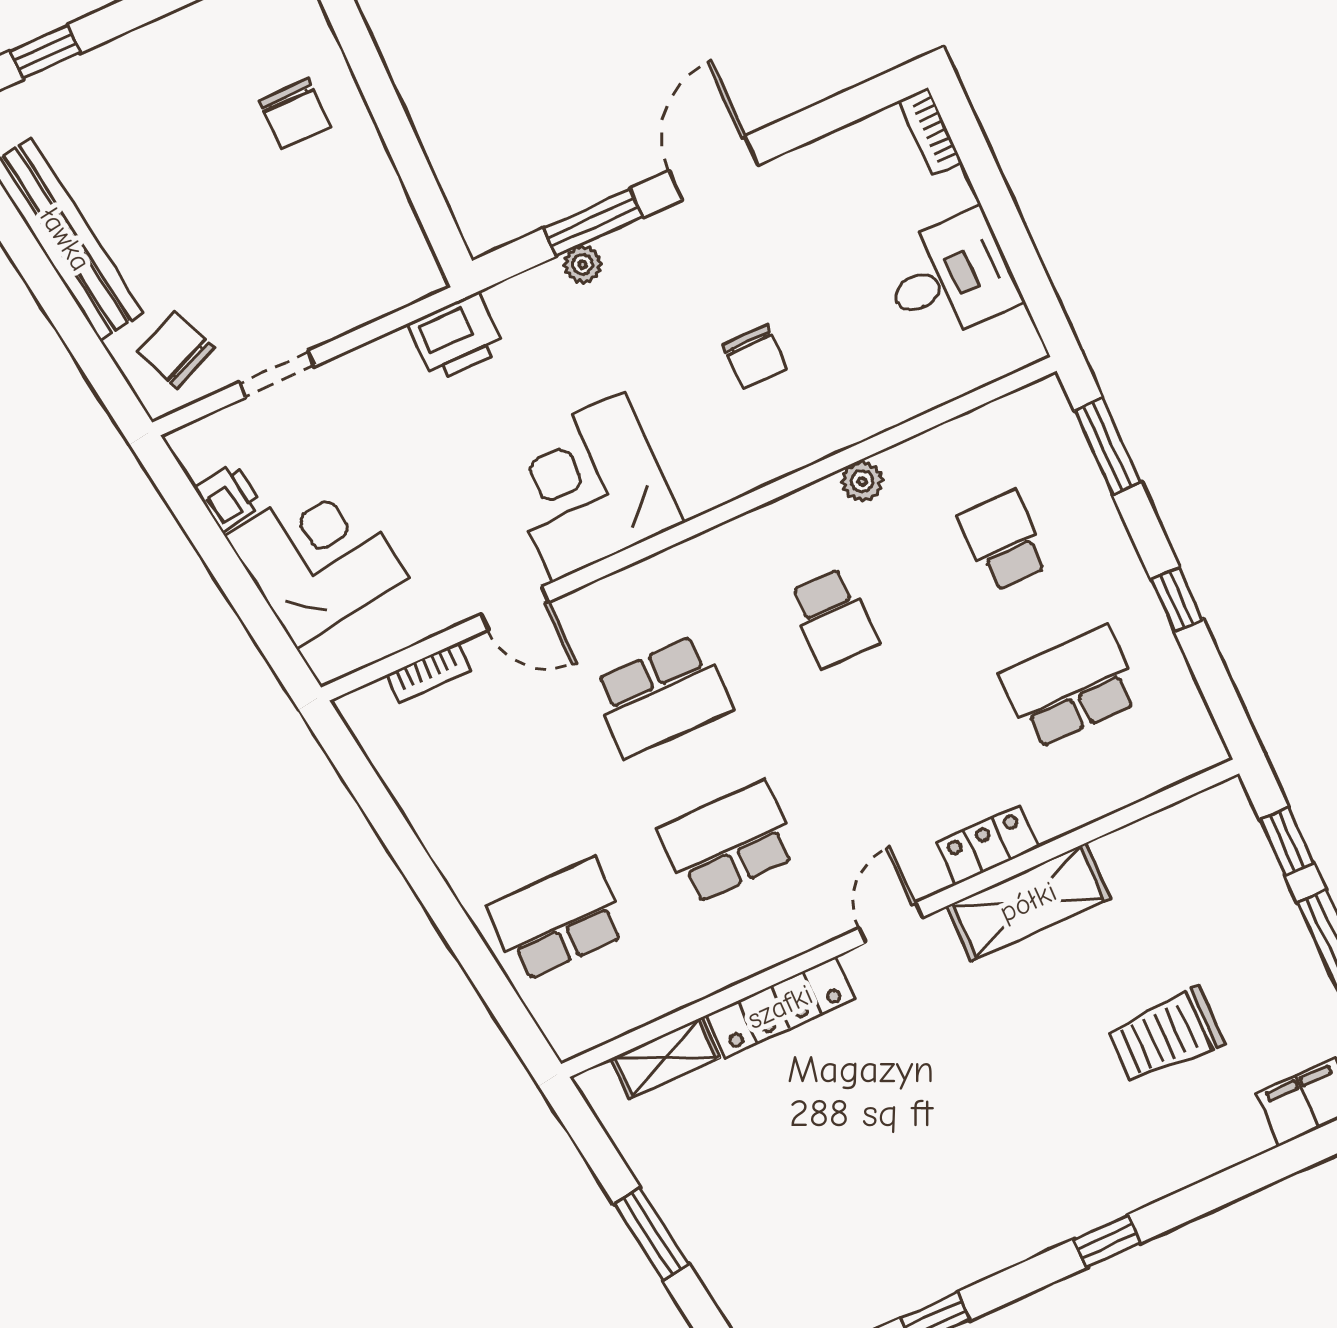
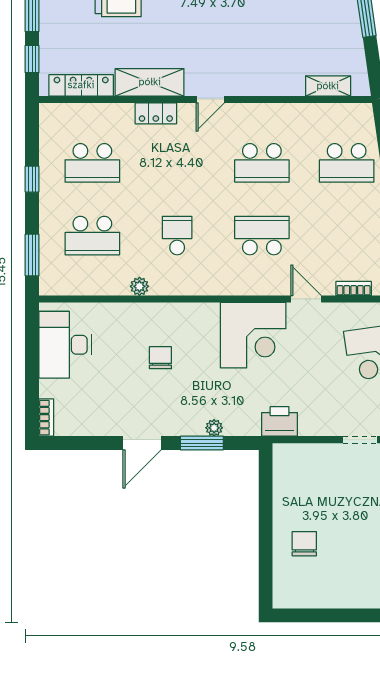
desk: (950, 277) -> (65, 345), width x1.37
school desk: (1004, 541) -> (92, 236), width x1.85
locker: (780, 1007) -> (81, 85), moved

